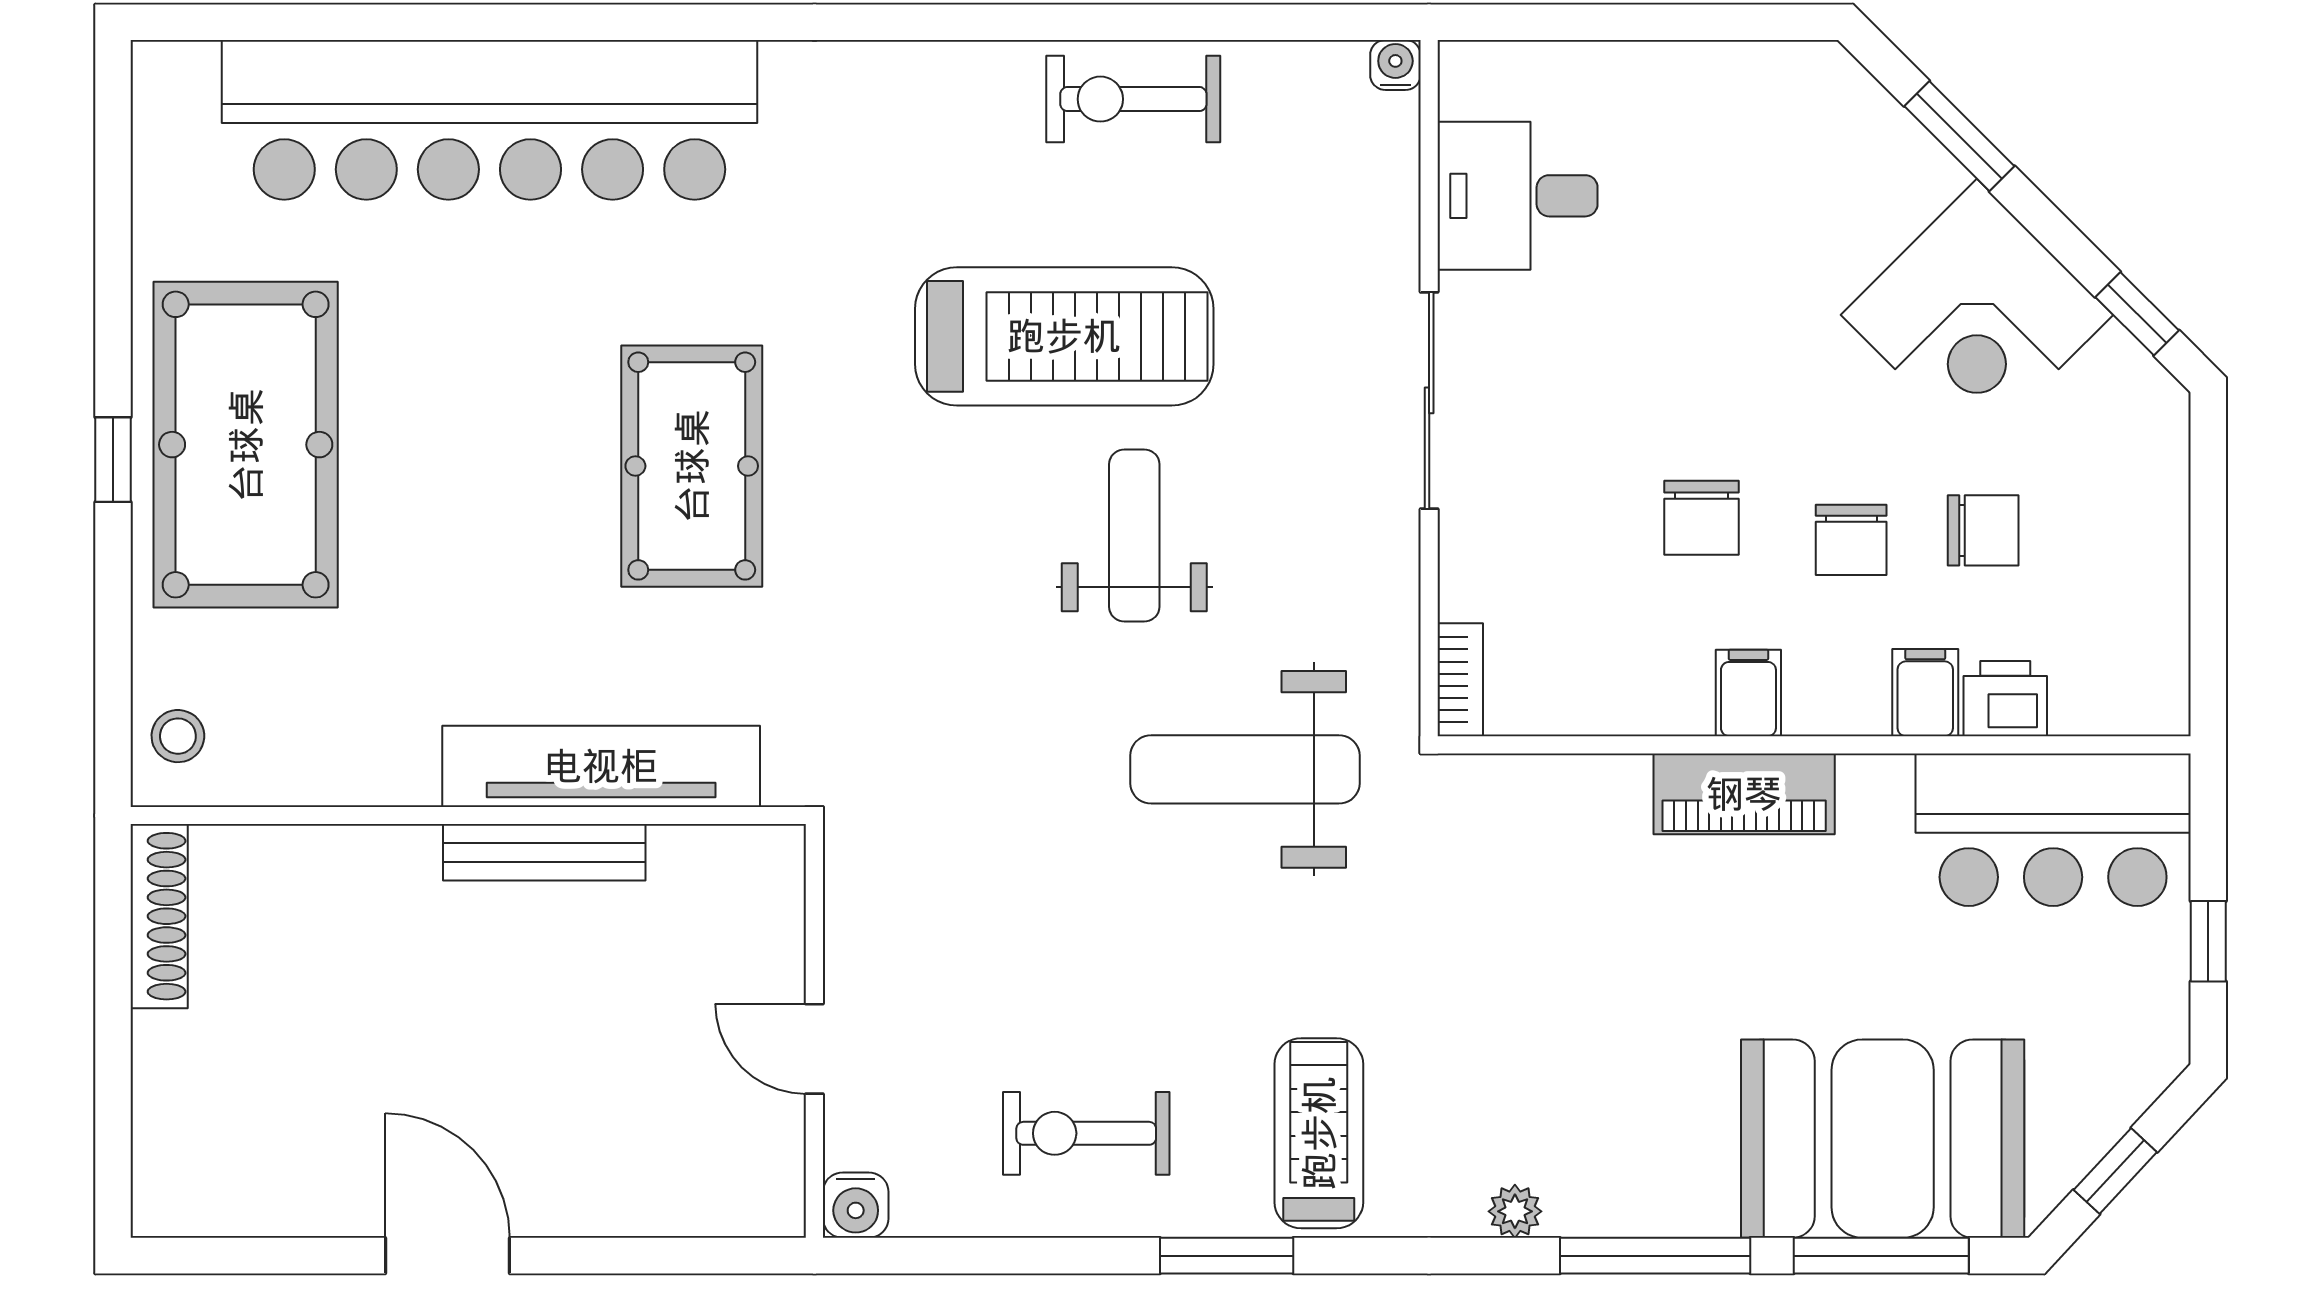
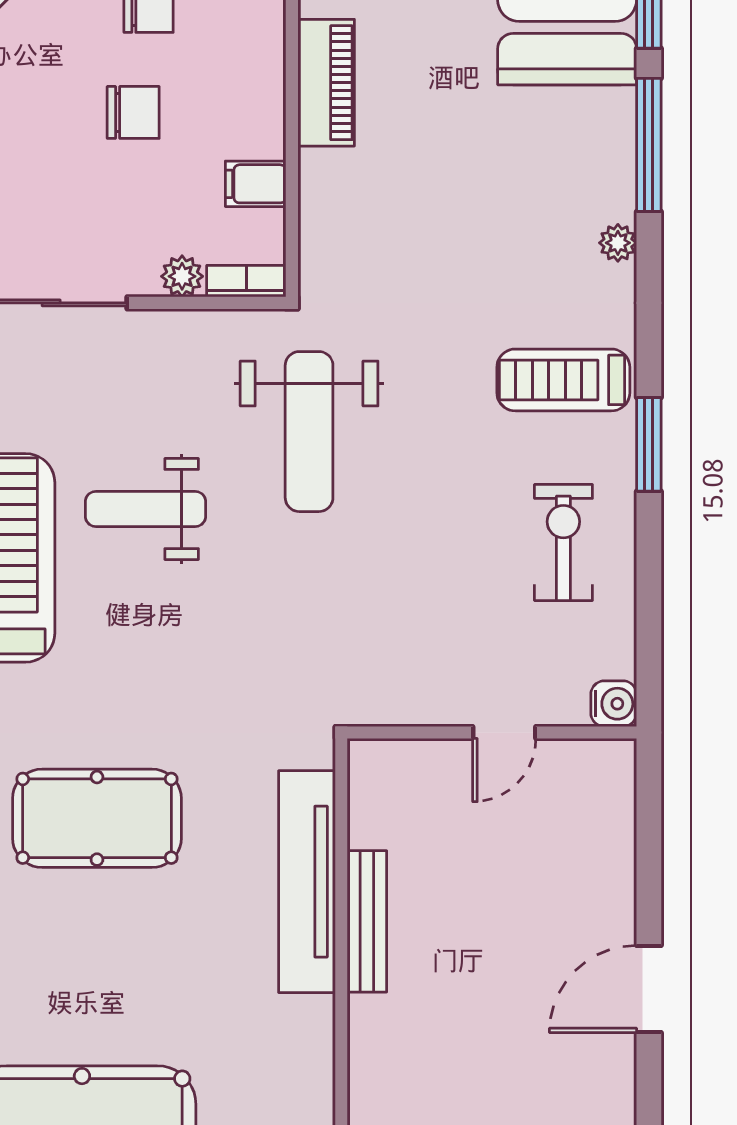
plant: (1467, 588) -> (182, 276), added
filing cabinet: (1748, 693) -> (256, 184), moved
exercise bike: (1086, 1133) -> (563, 543), turned 180

